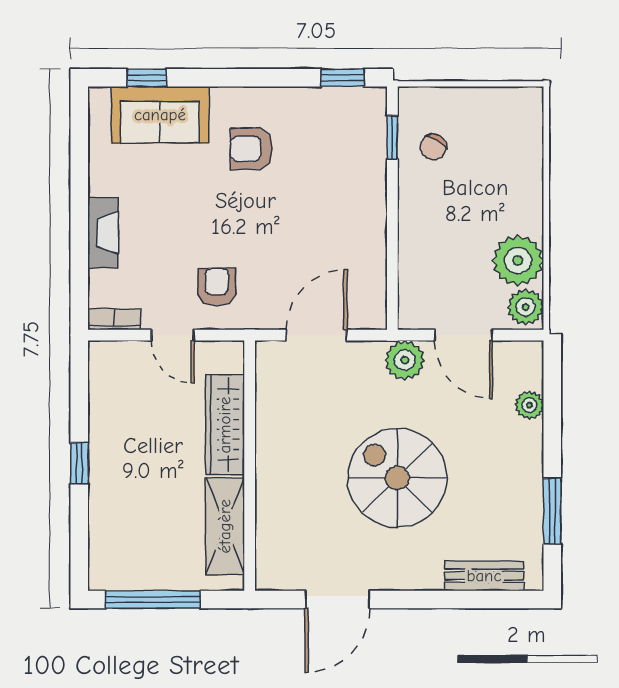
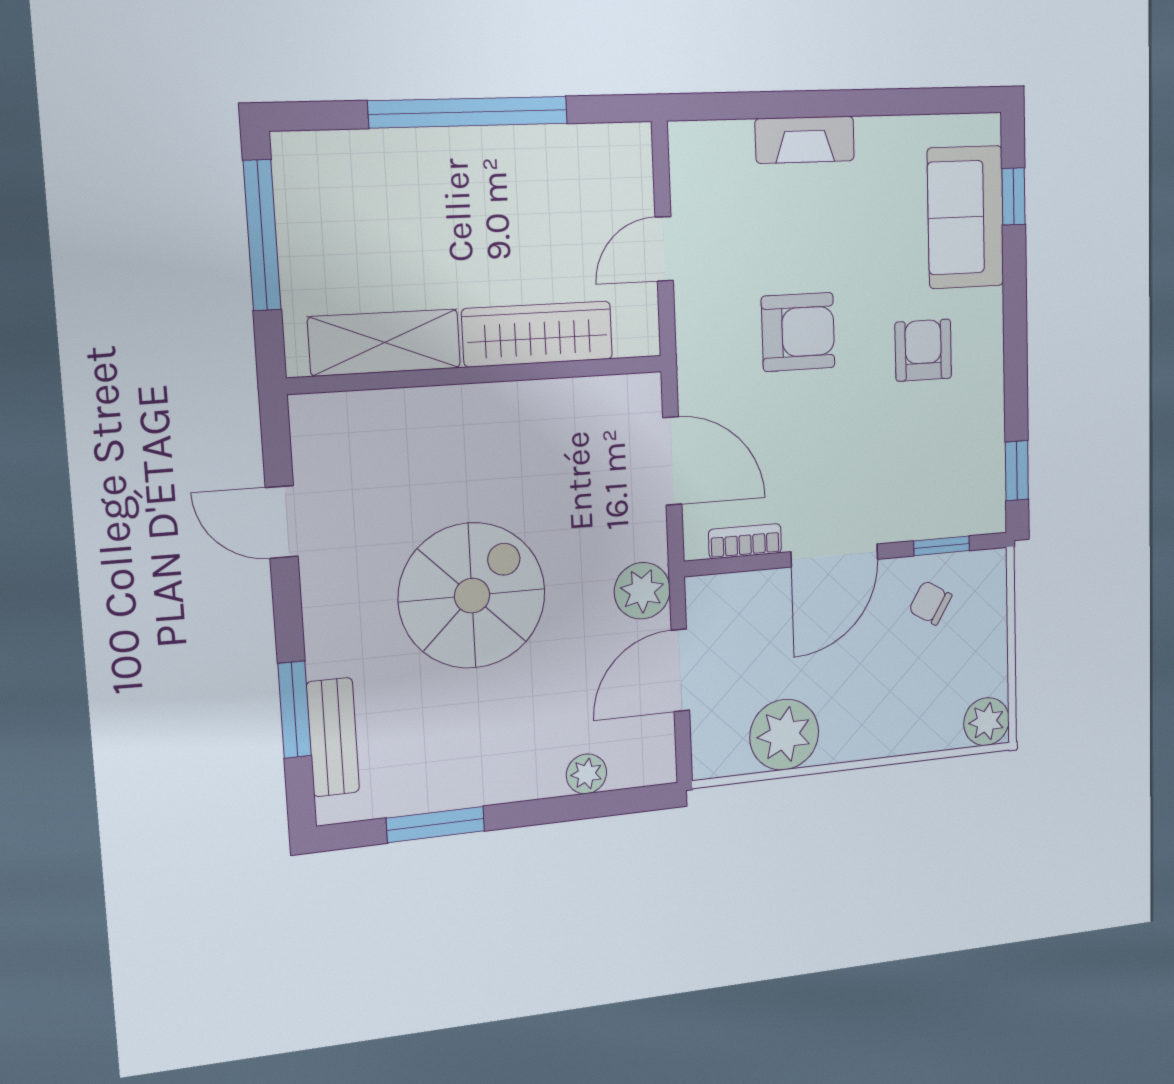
door: (392, 219) -> (834, 555), added
armchair: (217, 287) -> (798, 332), moved, width x1.38, depth x1.38
plant: (526, 307) -> (987, 722), moved
bookcase: (114, 319) -> (745, 541), moved, turned -90
window: (79, 463) -> (469, 112), width x3.17
door: (337, 599) -> (282, 522), width x0.73
window: (463, 599) -> (294, 710), added

